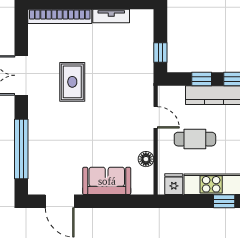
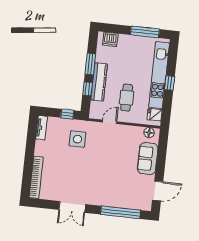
tv unit: (111, 16) -> (41, 128), moved
side table: (124, 72) -> (77, 139), added
rug: (72, 82) -> (80, 174), removed
floor lamp: (146, 159) -> (149, 133), moved

